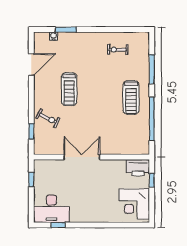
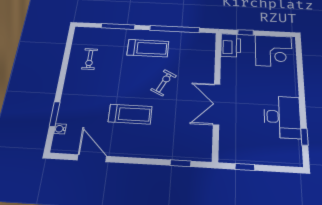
exercise bike: (48, 118) -> (164, 83), moved
desk: (51, 209) -> (282, 117), moved

